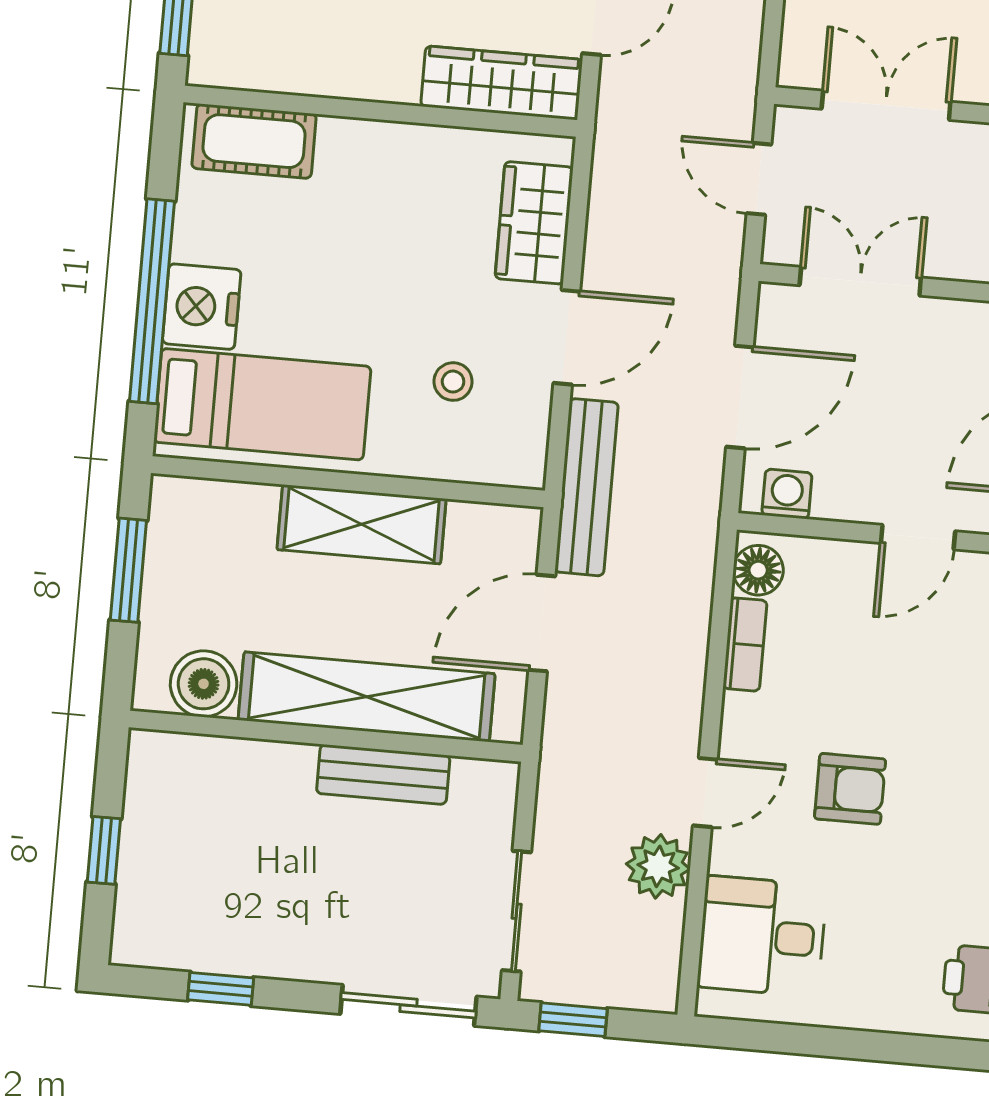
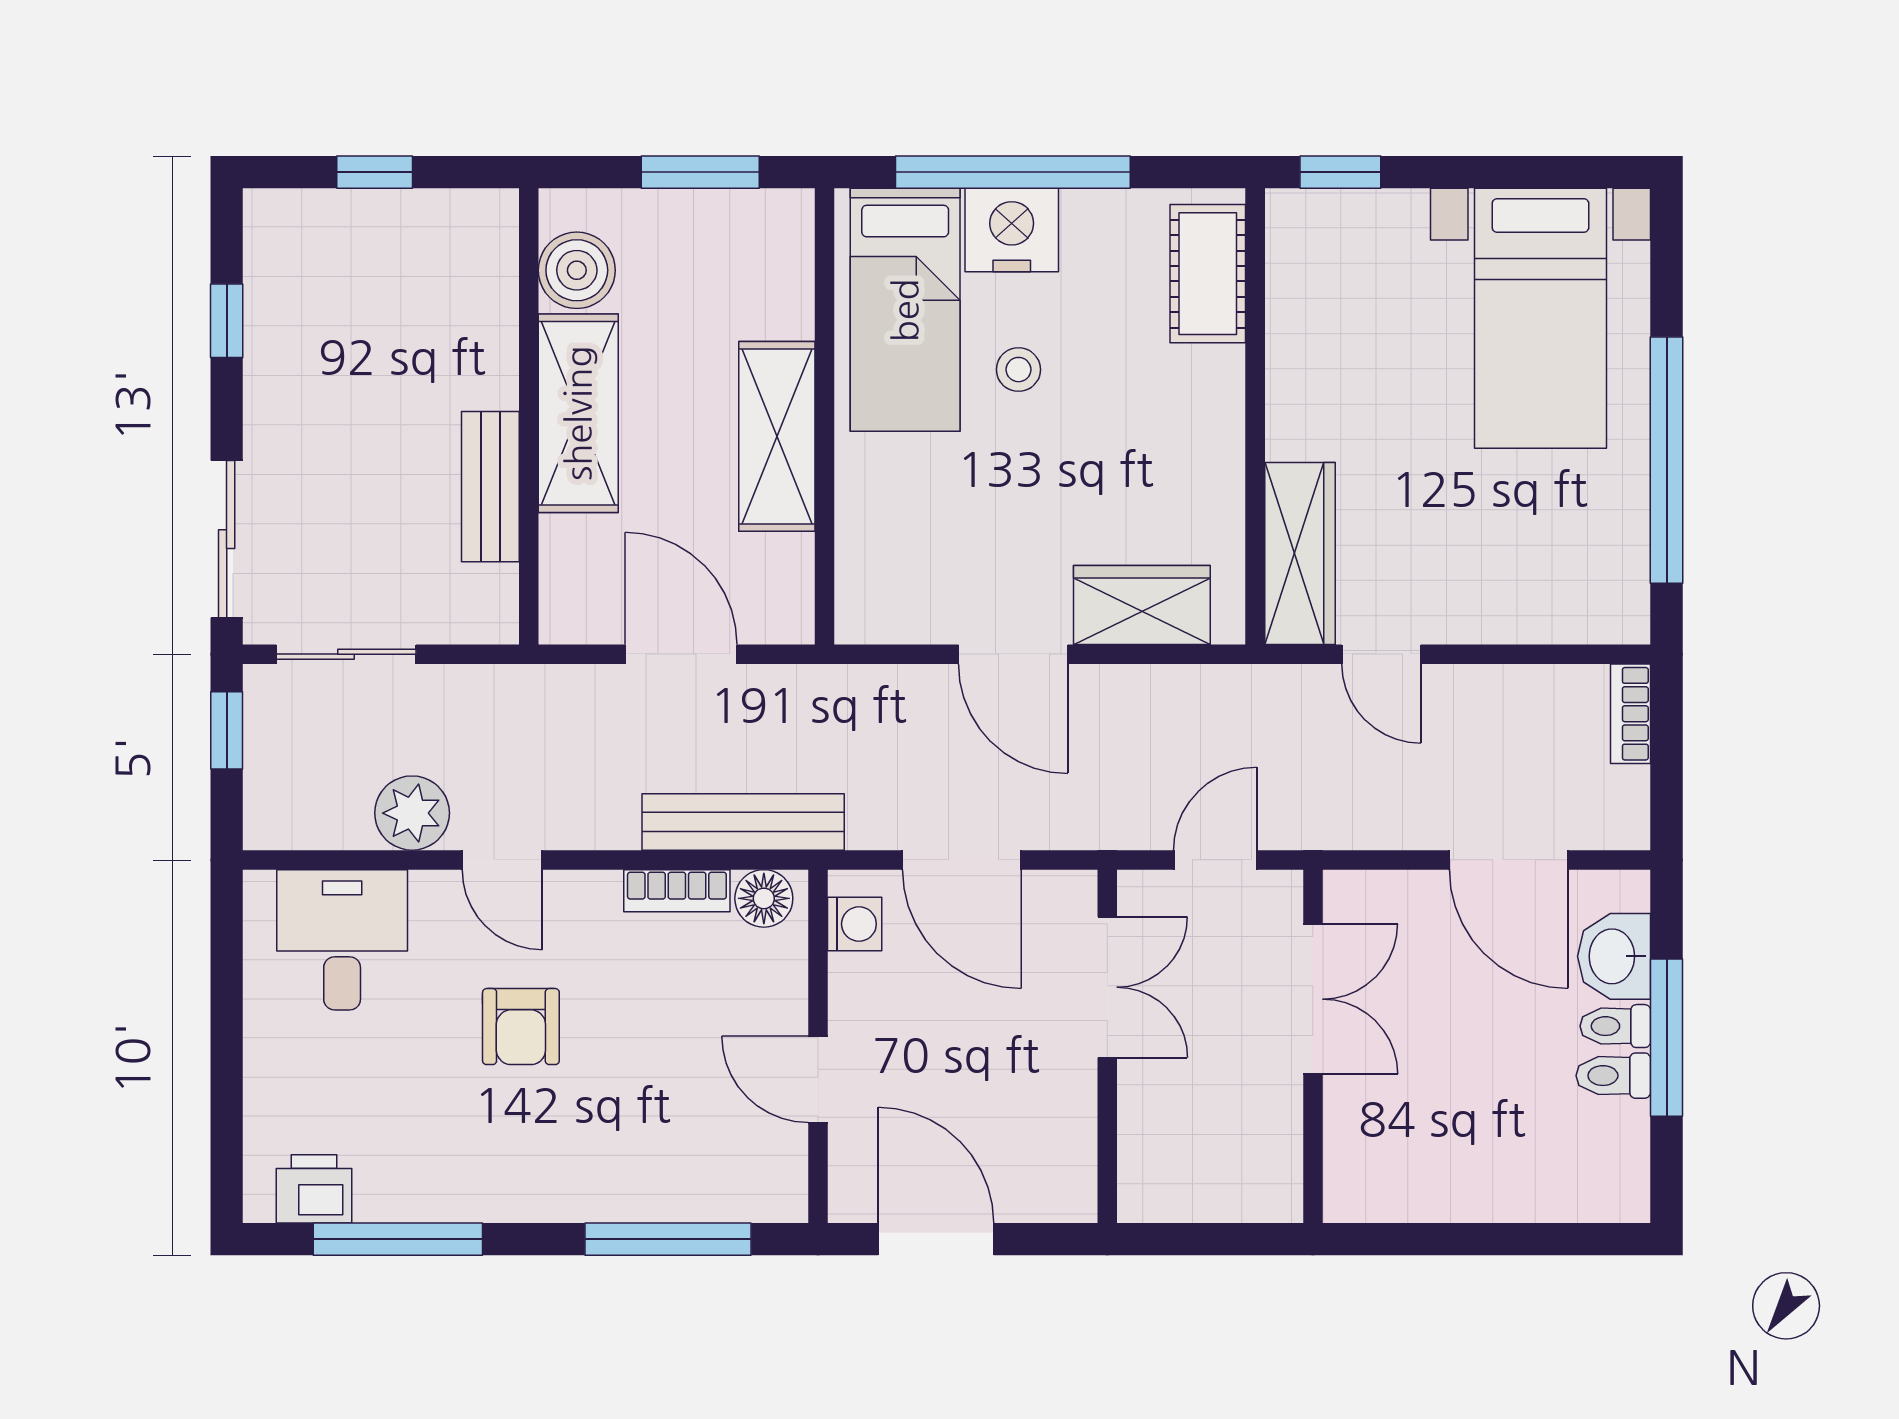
stool: (453, 382) -> (1018, 370), moved
bench: (587, 487) -> (743, 822), moved
shelving: (367, 697) -> (578, 413), width x0.68

